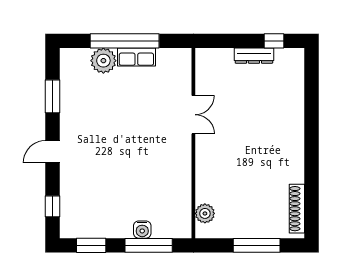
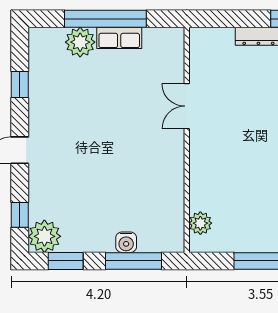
window: (52, 96) -> (20, 85), width x0.67
double door: (193, 115) -> (187, 106), swing flipped
plant: (73, 225) -> (44, 236), added

